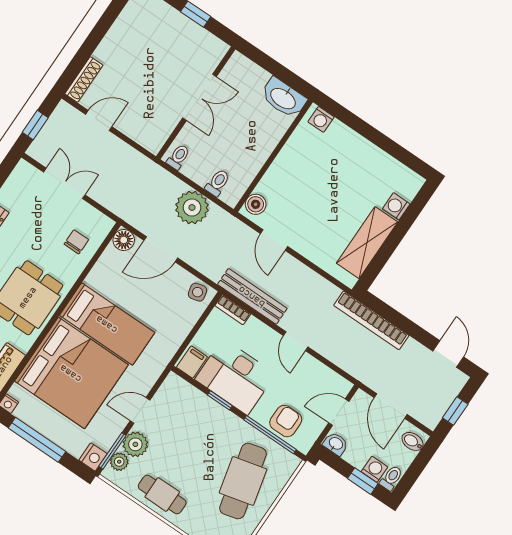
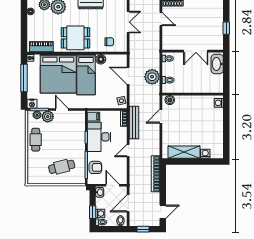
washbasin: (283, 98) -> (217, 64), moved
floor lamp: (124, 240) -> (101, 59), moved
cafe table: (243, 481) -> (62, 167), width x0.73, depth x0.74

